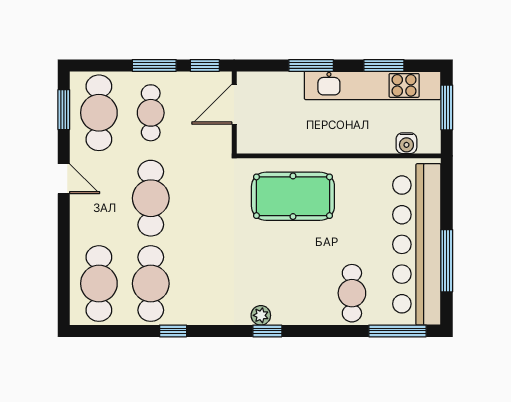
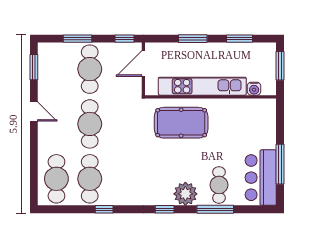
window: (154, 65) -> (78, 39), moved
kitchen unit: (373, 85) -> (202, 86), moved, turned 180
cafe table: (99, 113) -> (56, 69), removed
cafe table: (151, 113) -> (90, 69), width x1.37, depth x1.35
bar counter: (417, 244) -> (261, 178), width x0.54
plant: (261, 315) -> (185, 194), moved, width x1.87, depth x1.87
window: (397, 331) -> (215, 209), moved

